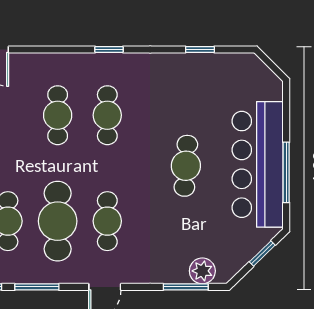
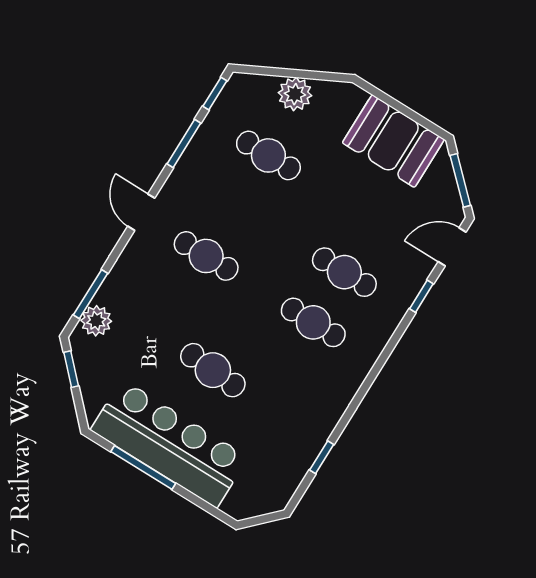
window: (109, 50) -> (421, 296), moved
cafe table: (58, 221) -> (237, 206), removed
window: (262, 253) -> (71, 369), moved

